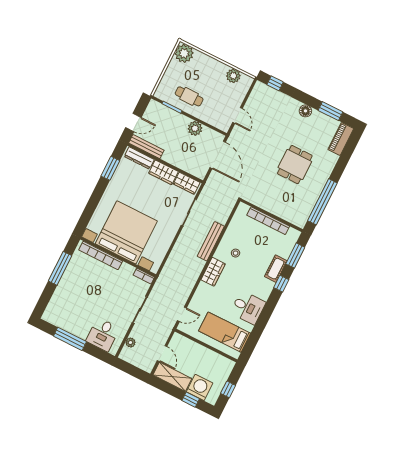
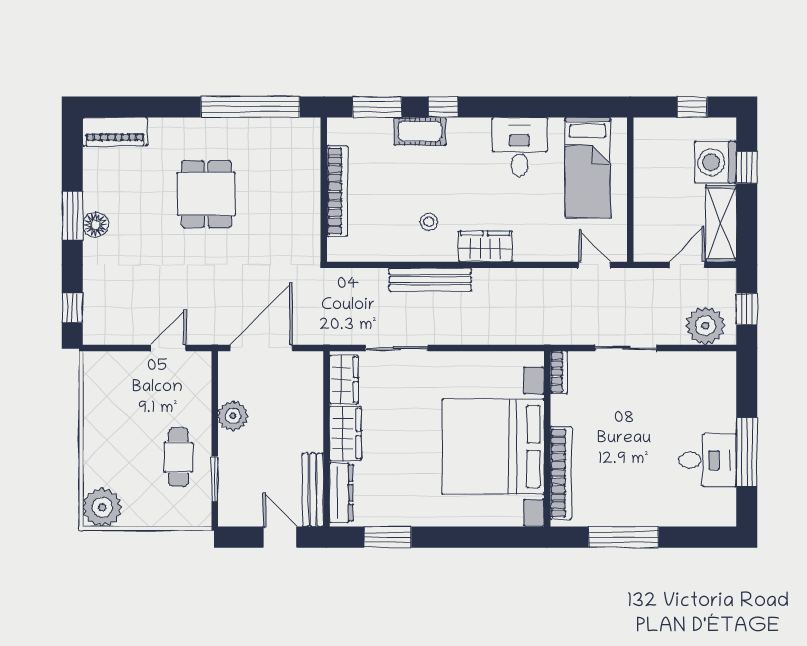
plant: (233, 76) -> (98, 394), removed
window: (330, 111) -> (72, 215), moved
dining table: (295, 165) -> (206, 194), turned 90
desk: (103, 335) -> (708, 460), moved
plant: (130, 343) -> (705, 326), width x1.88, depth x1.88
window: (131, 369) -> (747, 309), added

